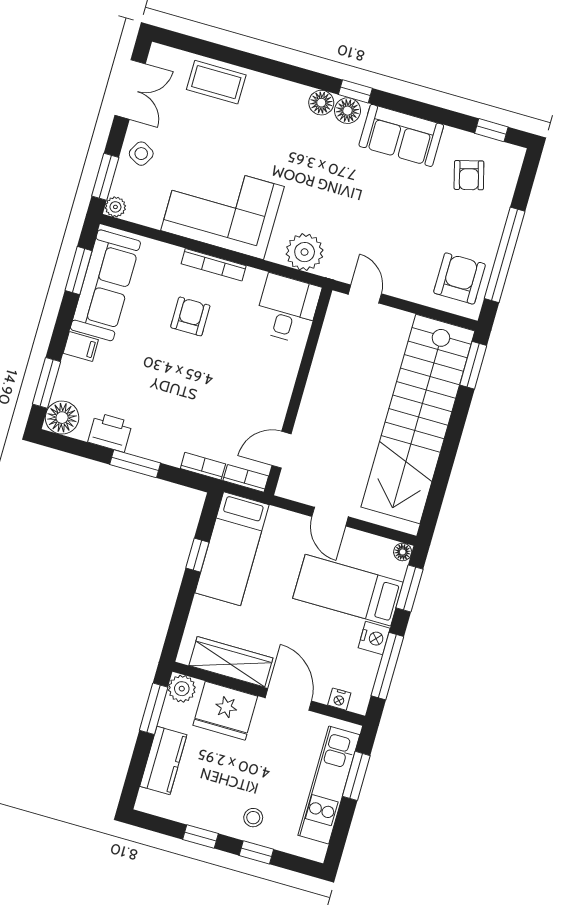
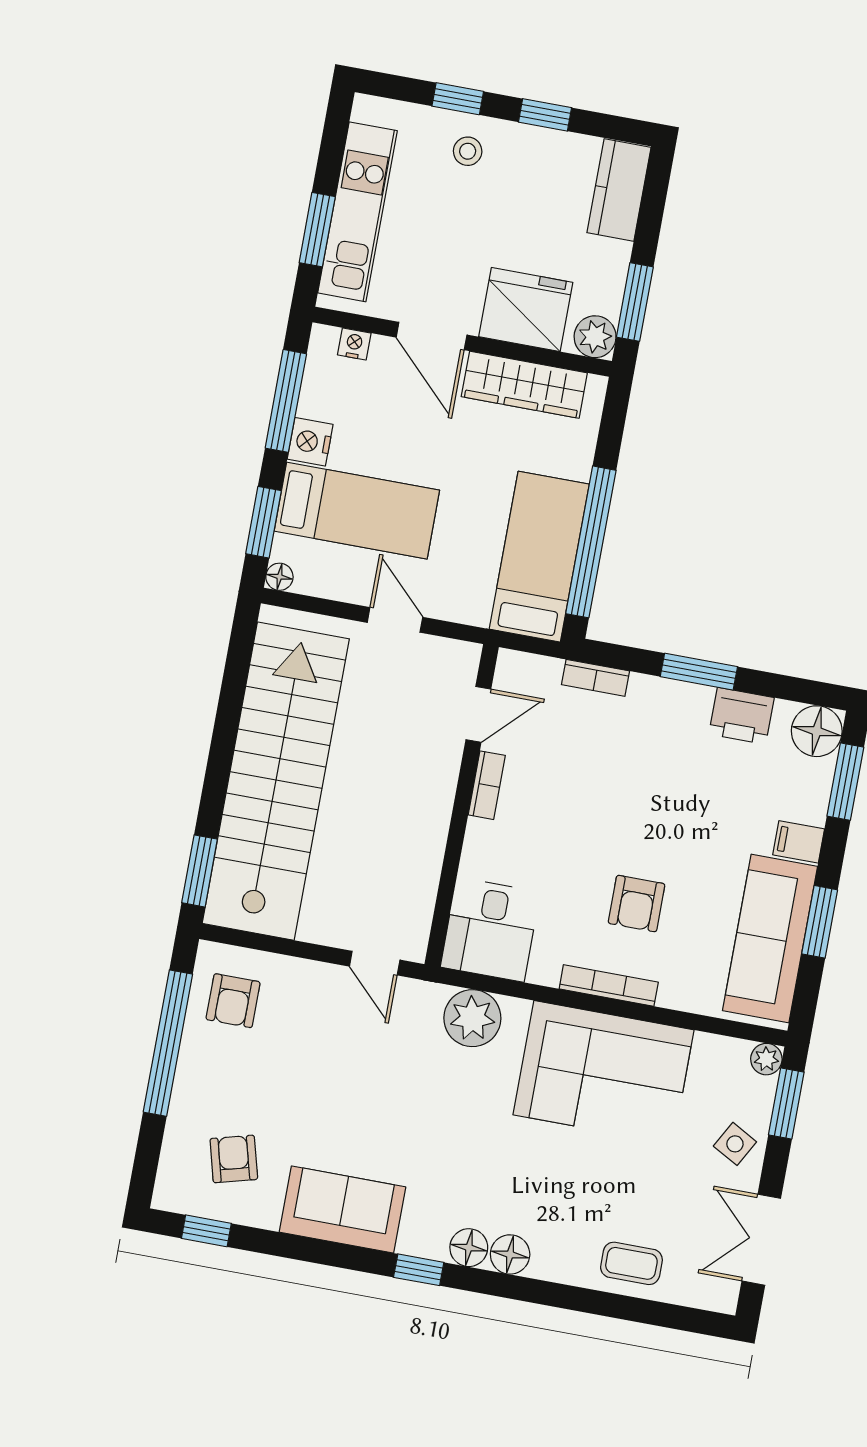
coffee table: (216, 82) -> (631, 1263), width x0.73, depth x0.77
floor lamp: (347, 111) -> (510, 1254), moved
window: (79, 271) -> (820, 922), moved
armchair: (460, 278) -> (233, 1001), width x0.72, depth x0.72
bookcase: (246, 478) -> (487, 785), moved, turned -90
window: (197, 555) -> (591, 542), width x3.17
kitchen counter: (163, 761) -> (619, 190), moved

